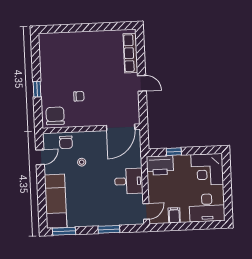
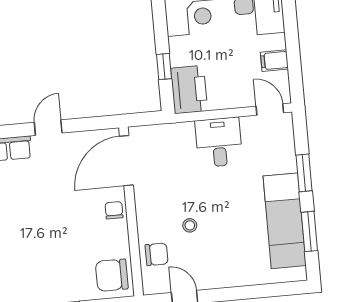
chair: (79, 96) -> (114, 210), moved
door: (121, 127) -> (126, 161), swing flipped
exam couch: (56, 201) -> (285, 221), moved, turned -90
window: (64, 231) -> (309, 231), moved

